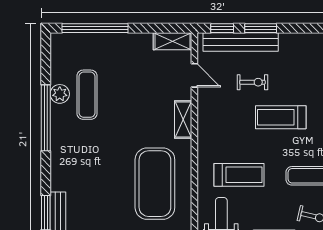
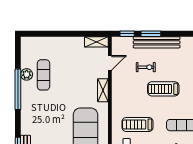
window: (95, 28) -> (48, 34), removed
bench: (241, 42) -> (157, 42), moved
door: (194, 75) -> (110, 63), hinge flipped
treadmill: (239, 175) -> (138, 125), turned 180

